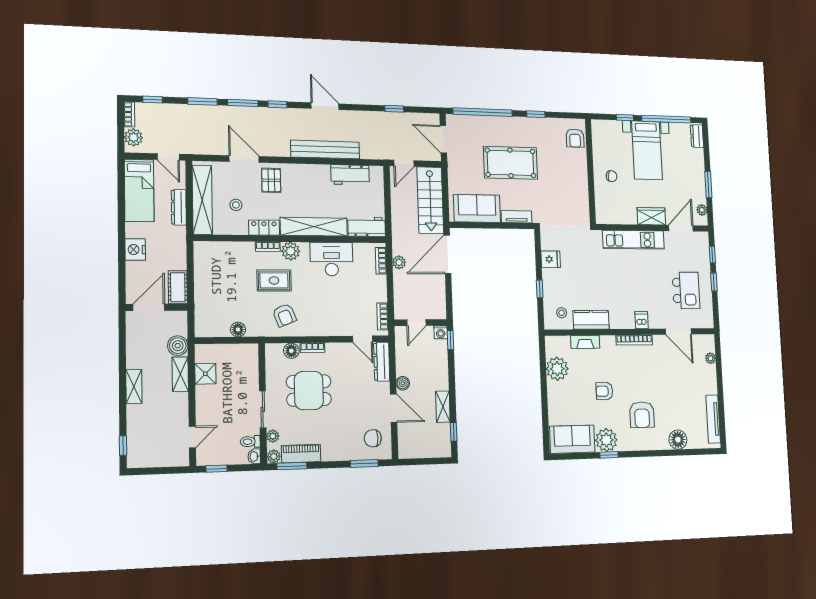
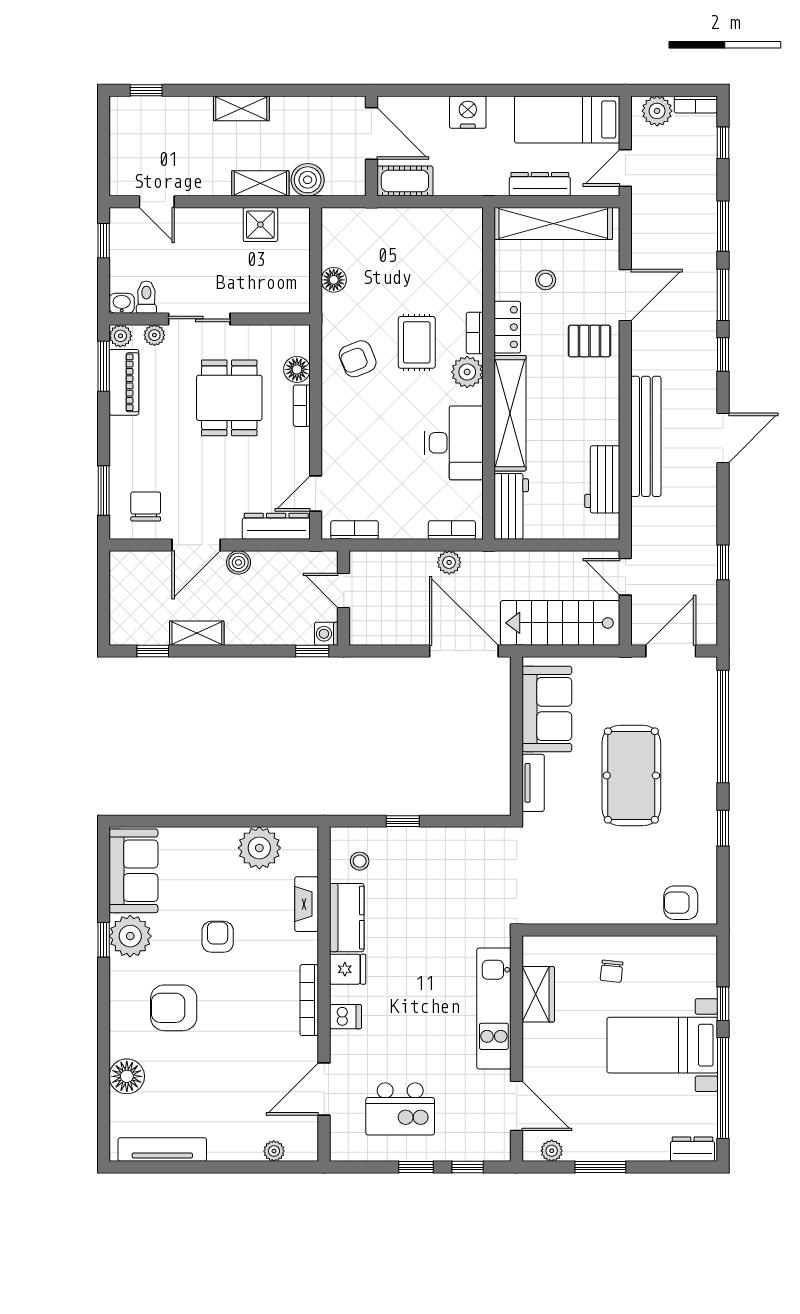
wardrobe: (651, 216) -> (538, 994), moved
fridge: (551, 259) -> (348, 969), moved, turned -90

